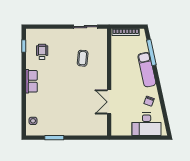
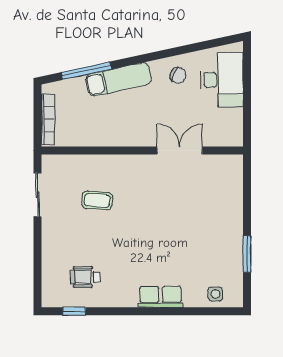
row of seats: (31, 81) -> (160, 297), moved
double door: (109, 102) -> (180, 150), swing flipped

